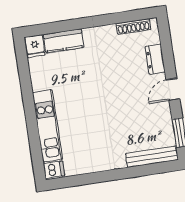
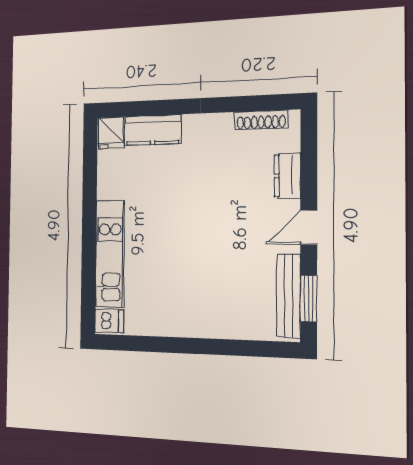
bench: (152, 157) -> (288, 296), moved, turned 90

